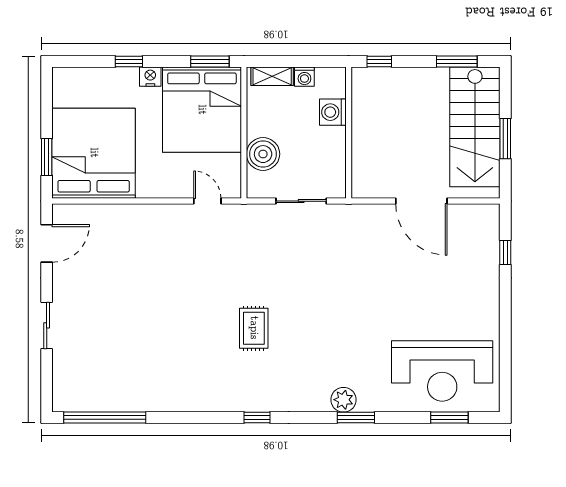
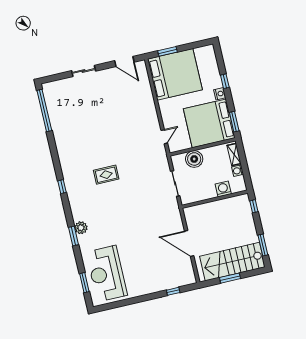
door: (421, 201) -> (189, 243), hinge flipped

